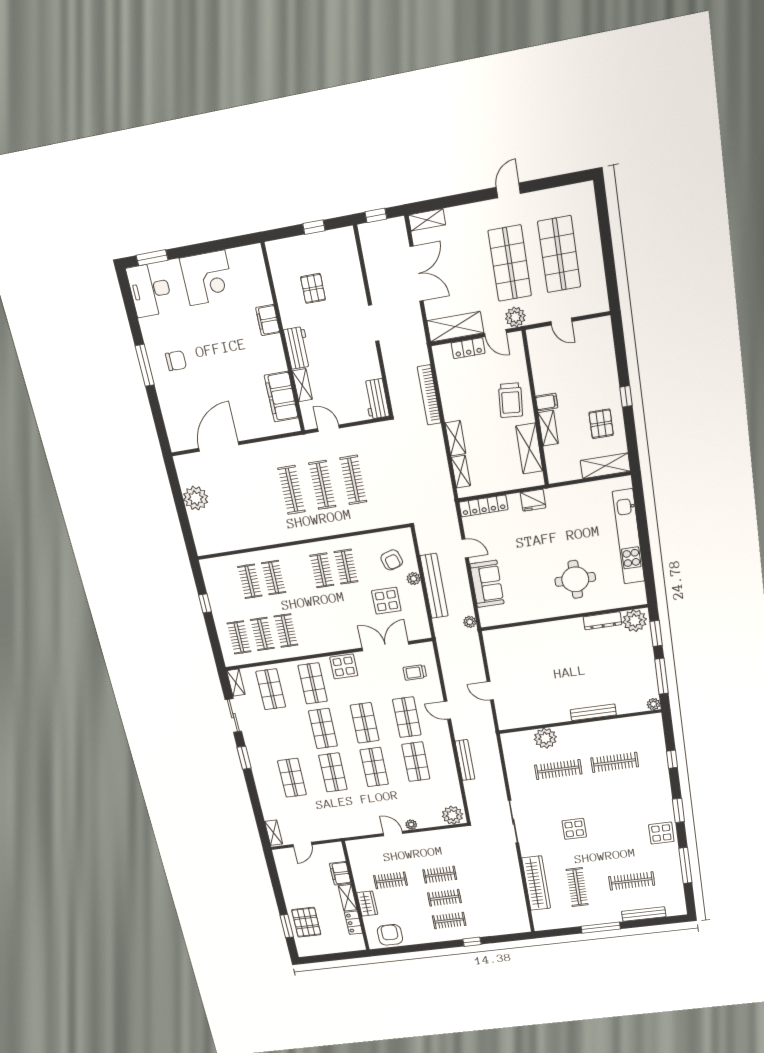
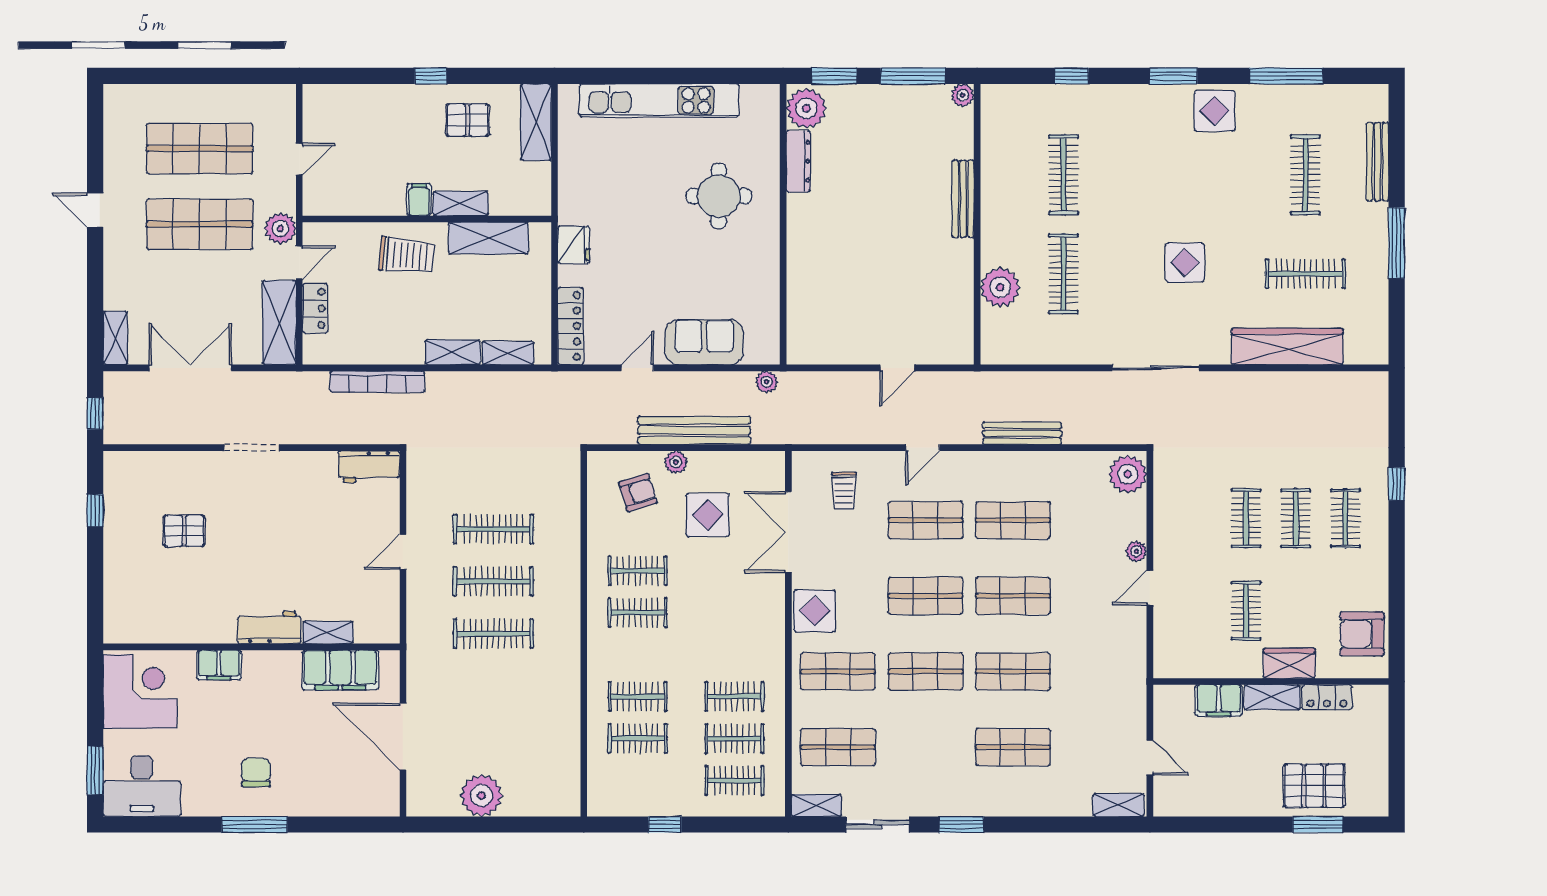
filing cabinet: (268, 320) -> (219, 665), moved
wall: (283, 339) -> (251, 647), moved
workbench: (298, 348) -> (269, 627), moved
shelving: (302, 385) -> (328, 632), moved
filing cabinet: (281, 397) -> (340, 670), moved

